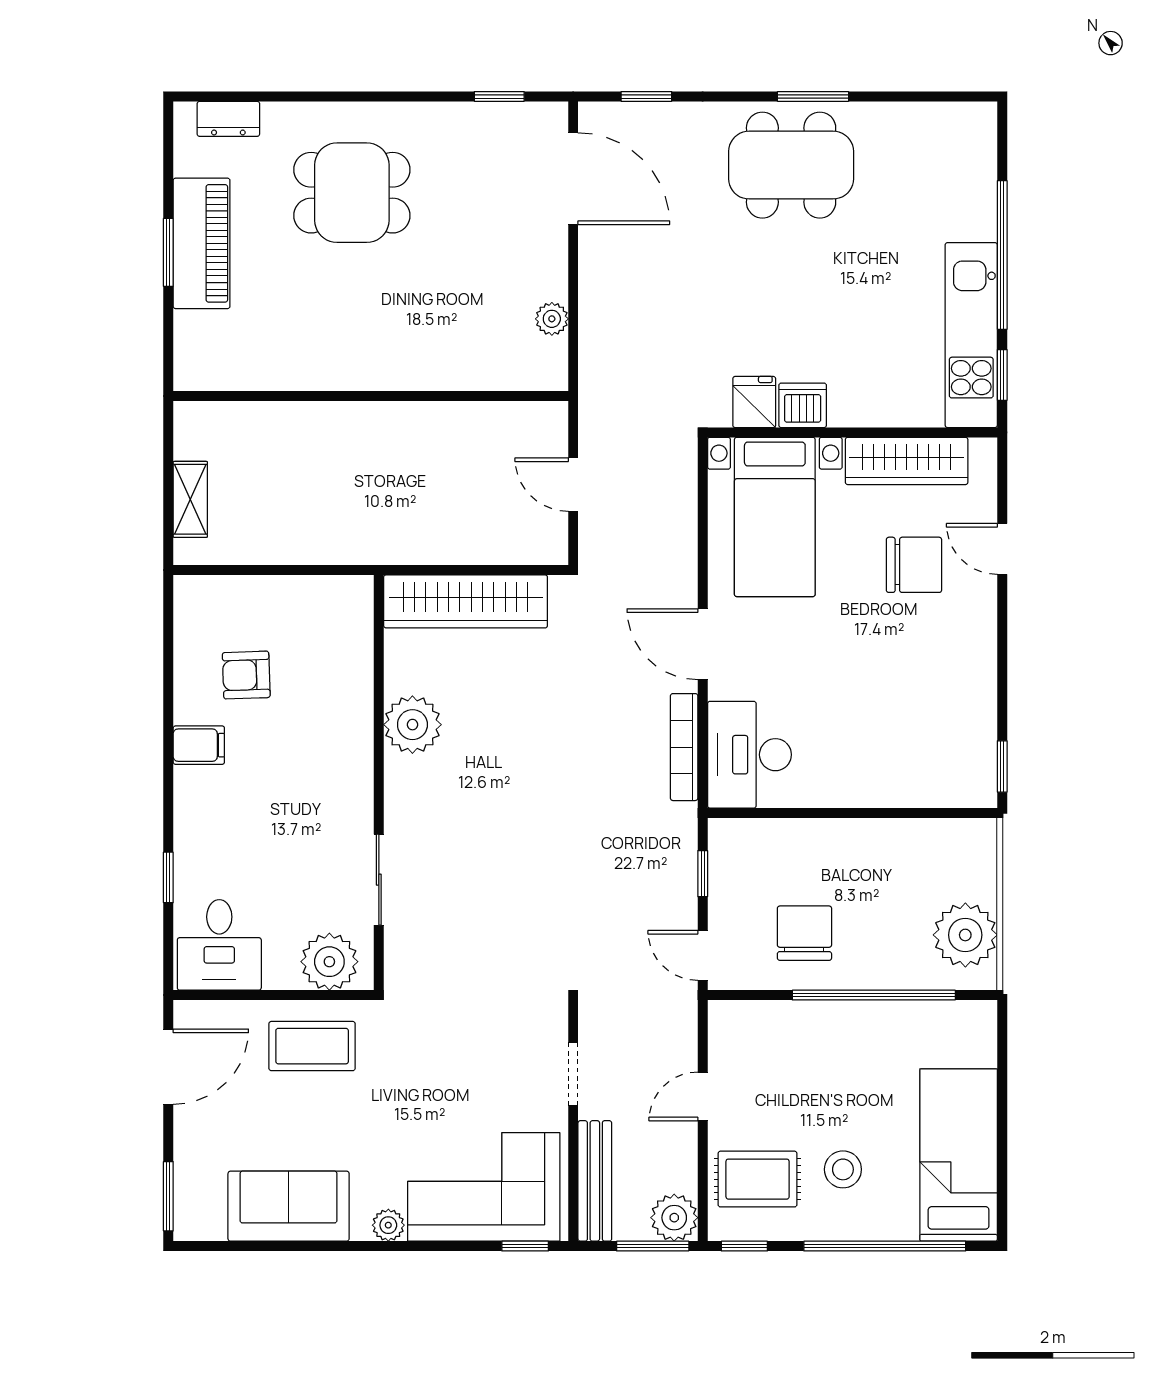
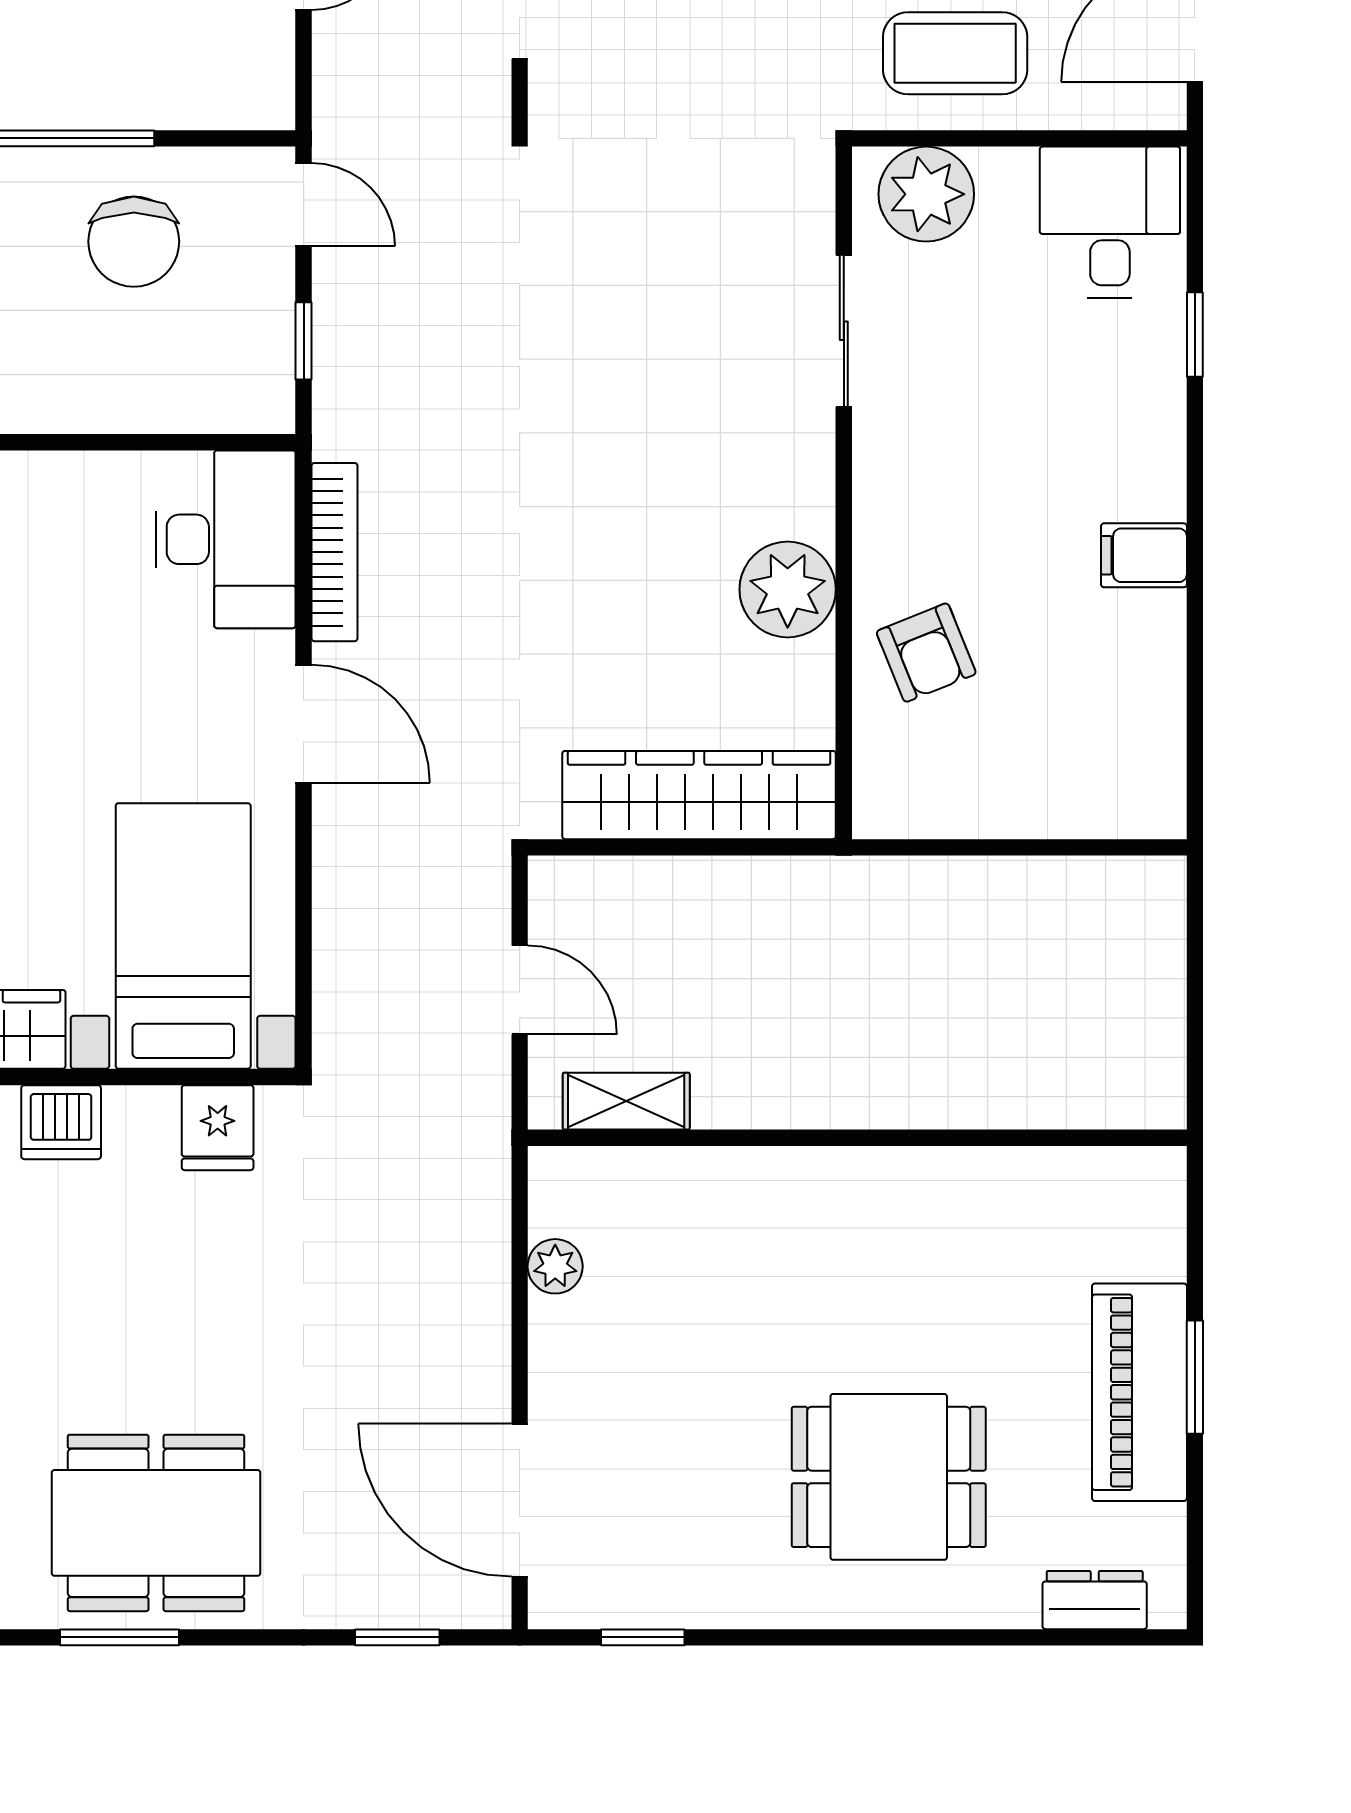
dishwasher: (803, 405) -> (61, 1122), moved
shelving: (190, 499) -> (626, 1101), moved, turned 90
armchair: (246, 675) -> (926, 653), moved, turned 70

